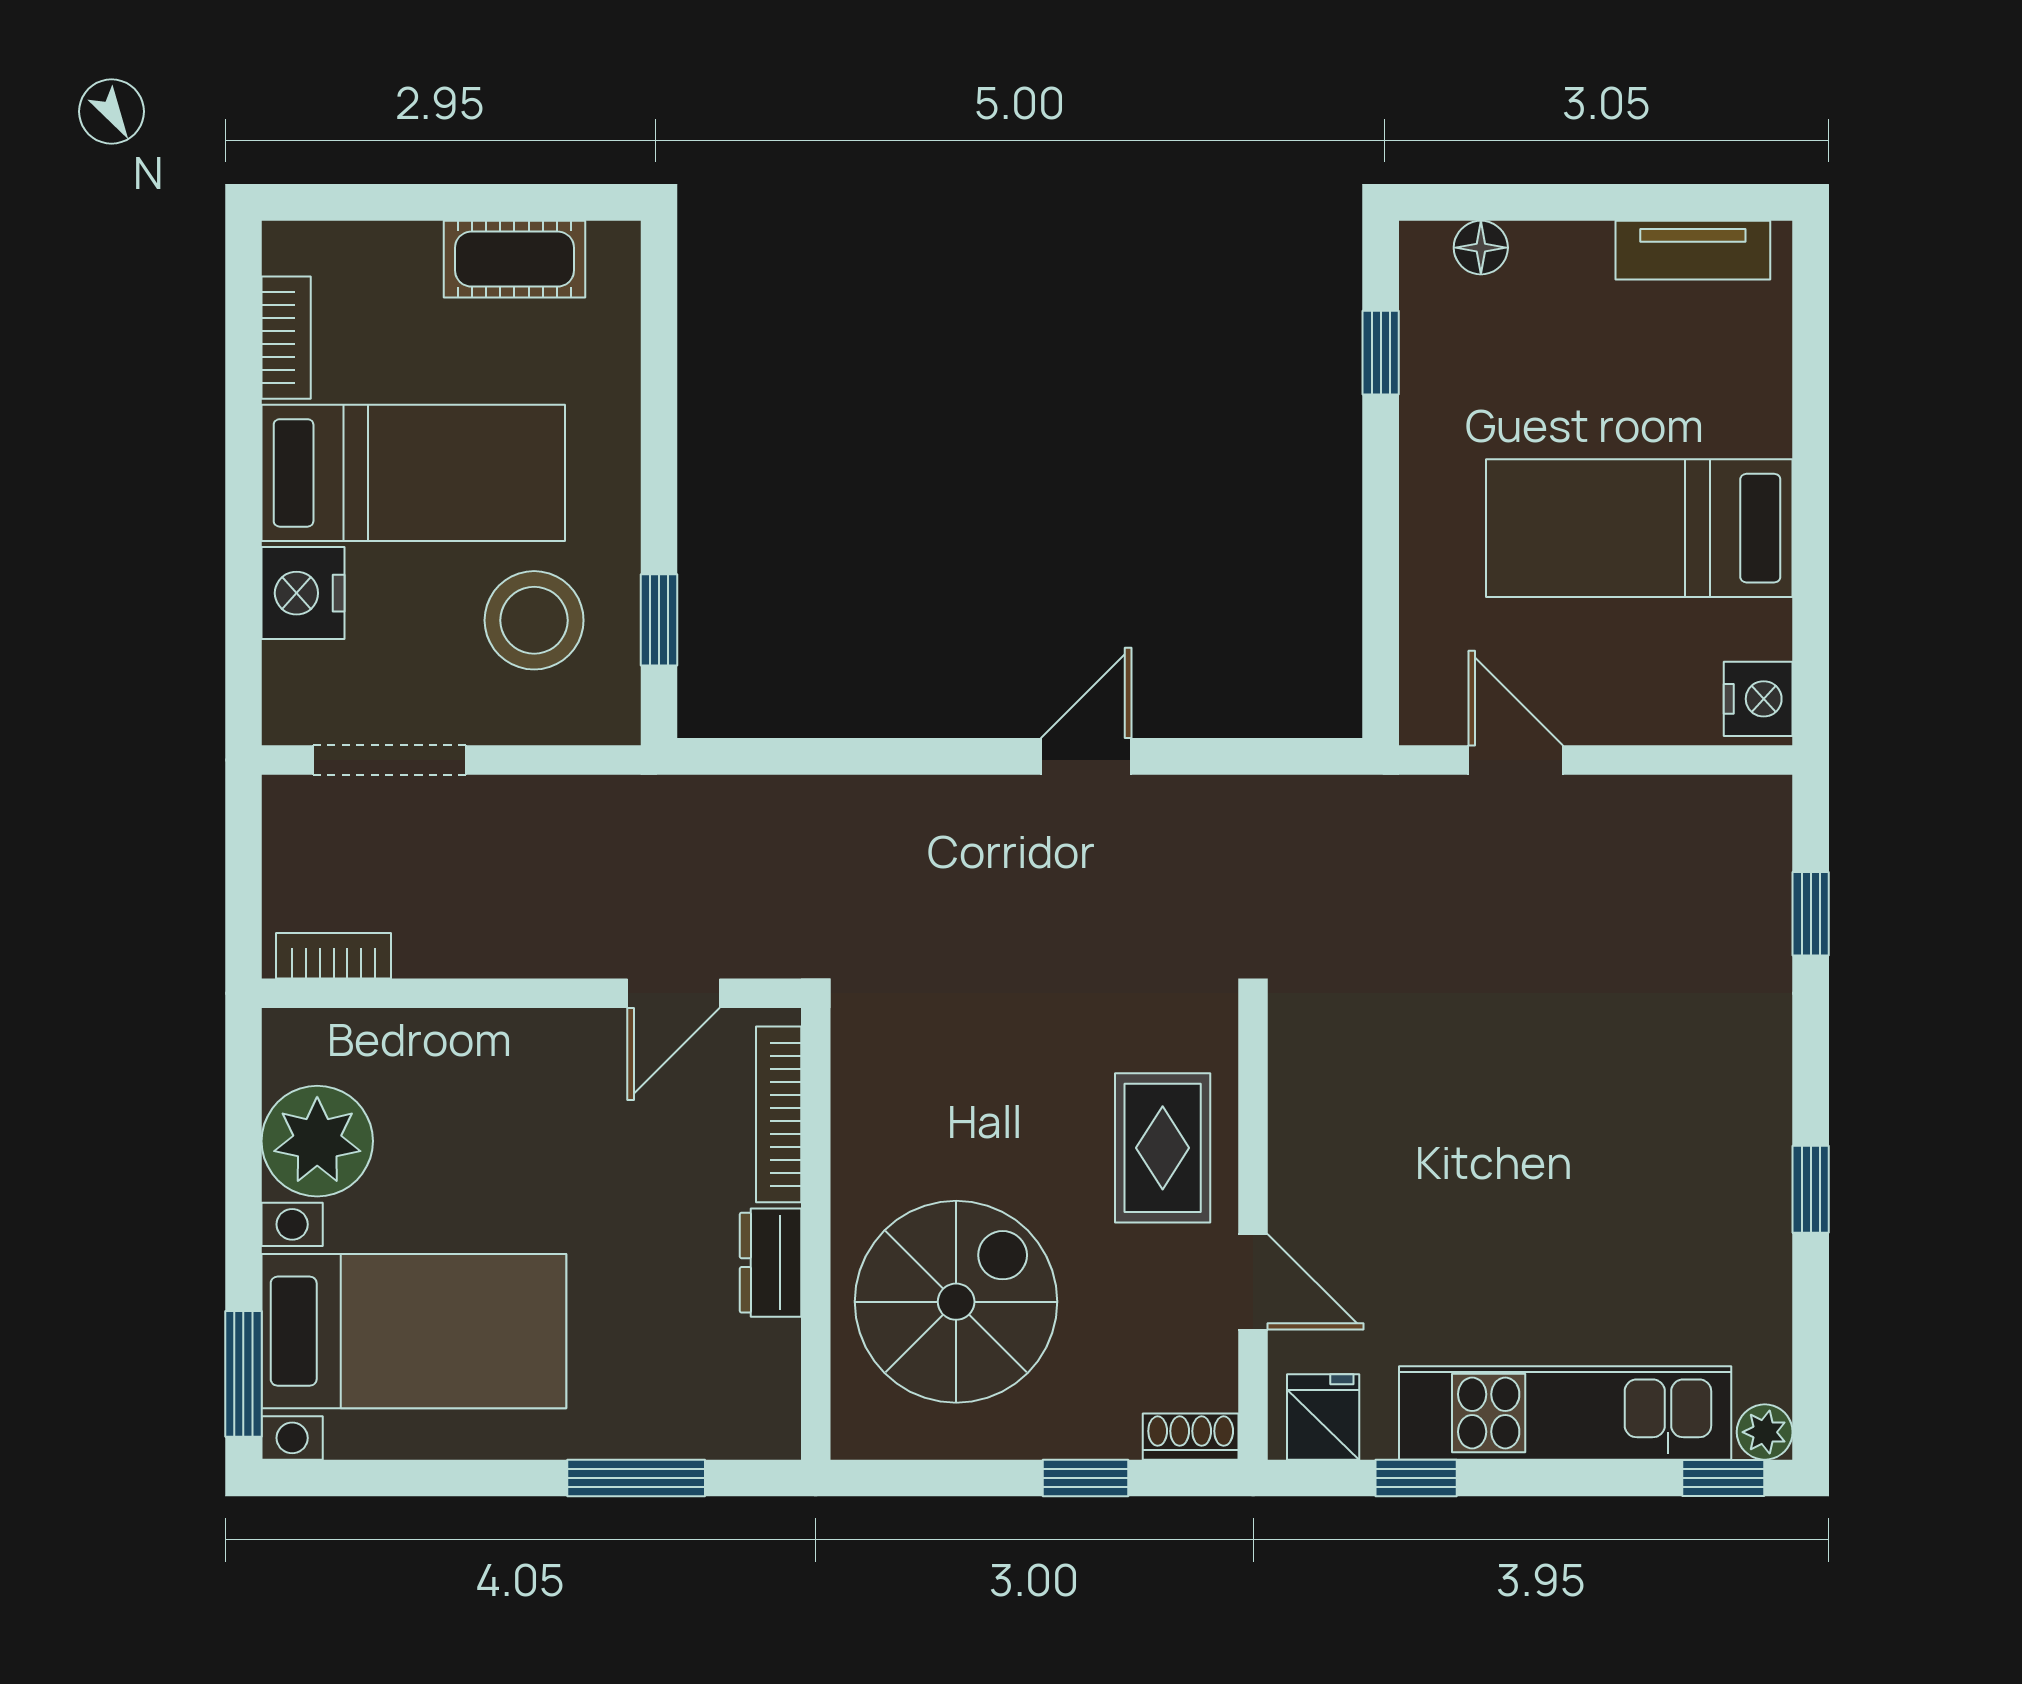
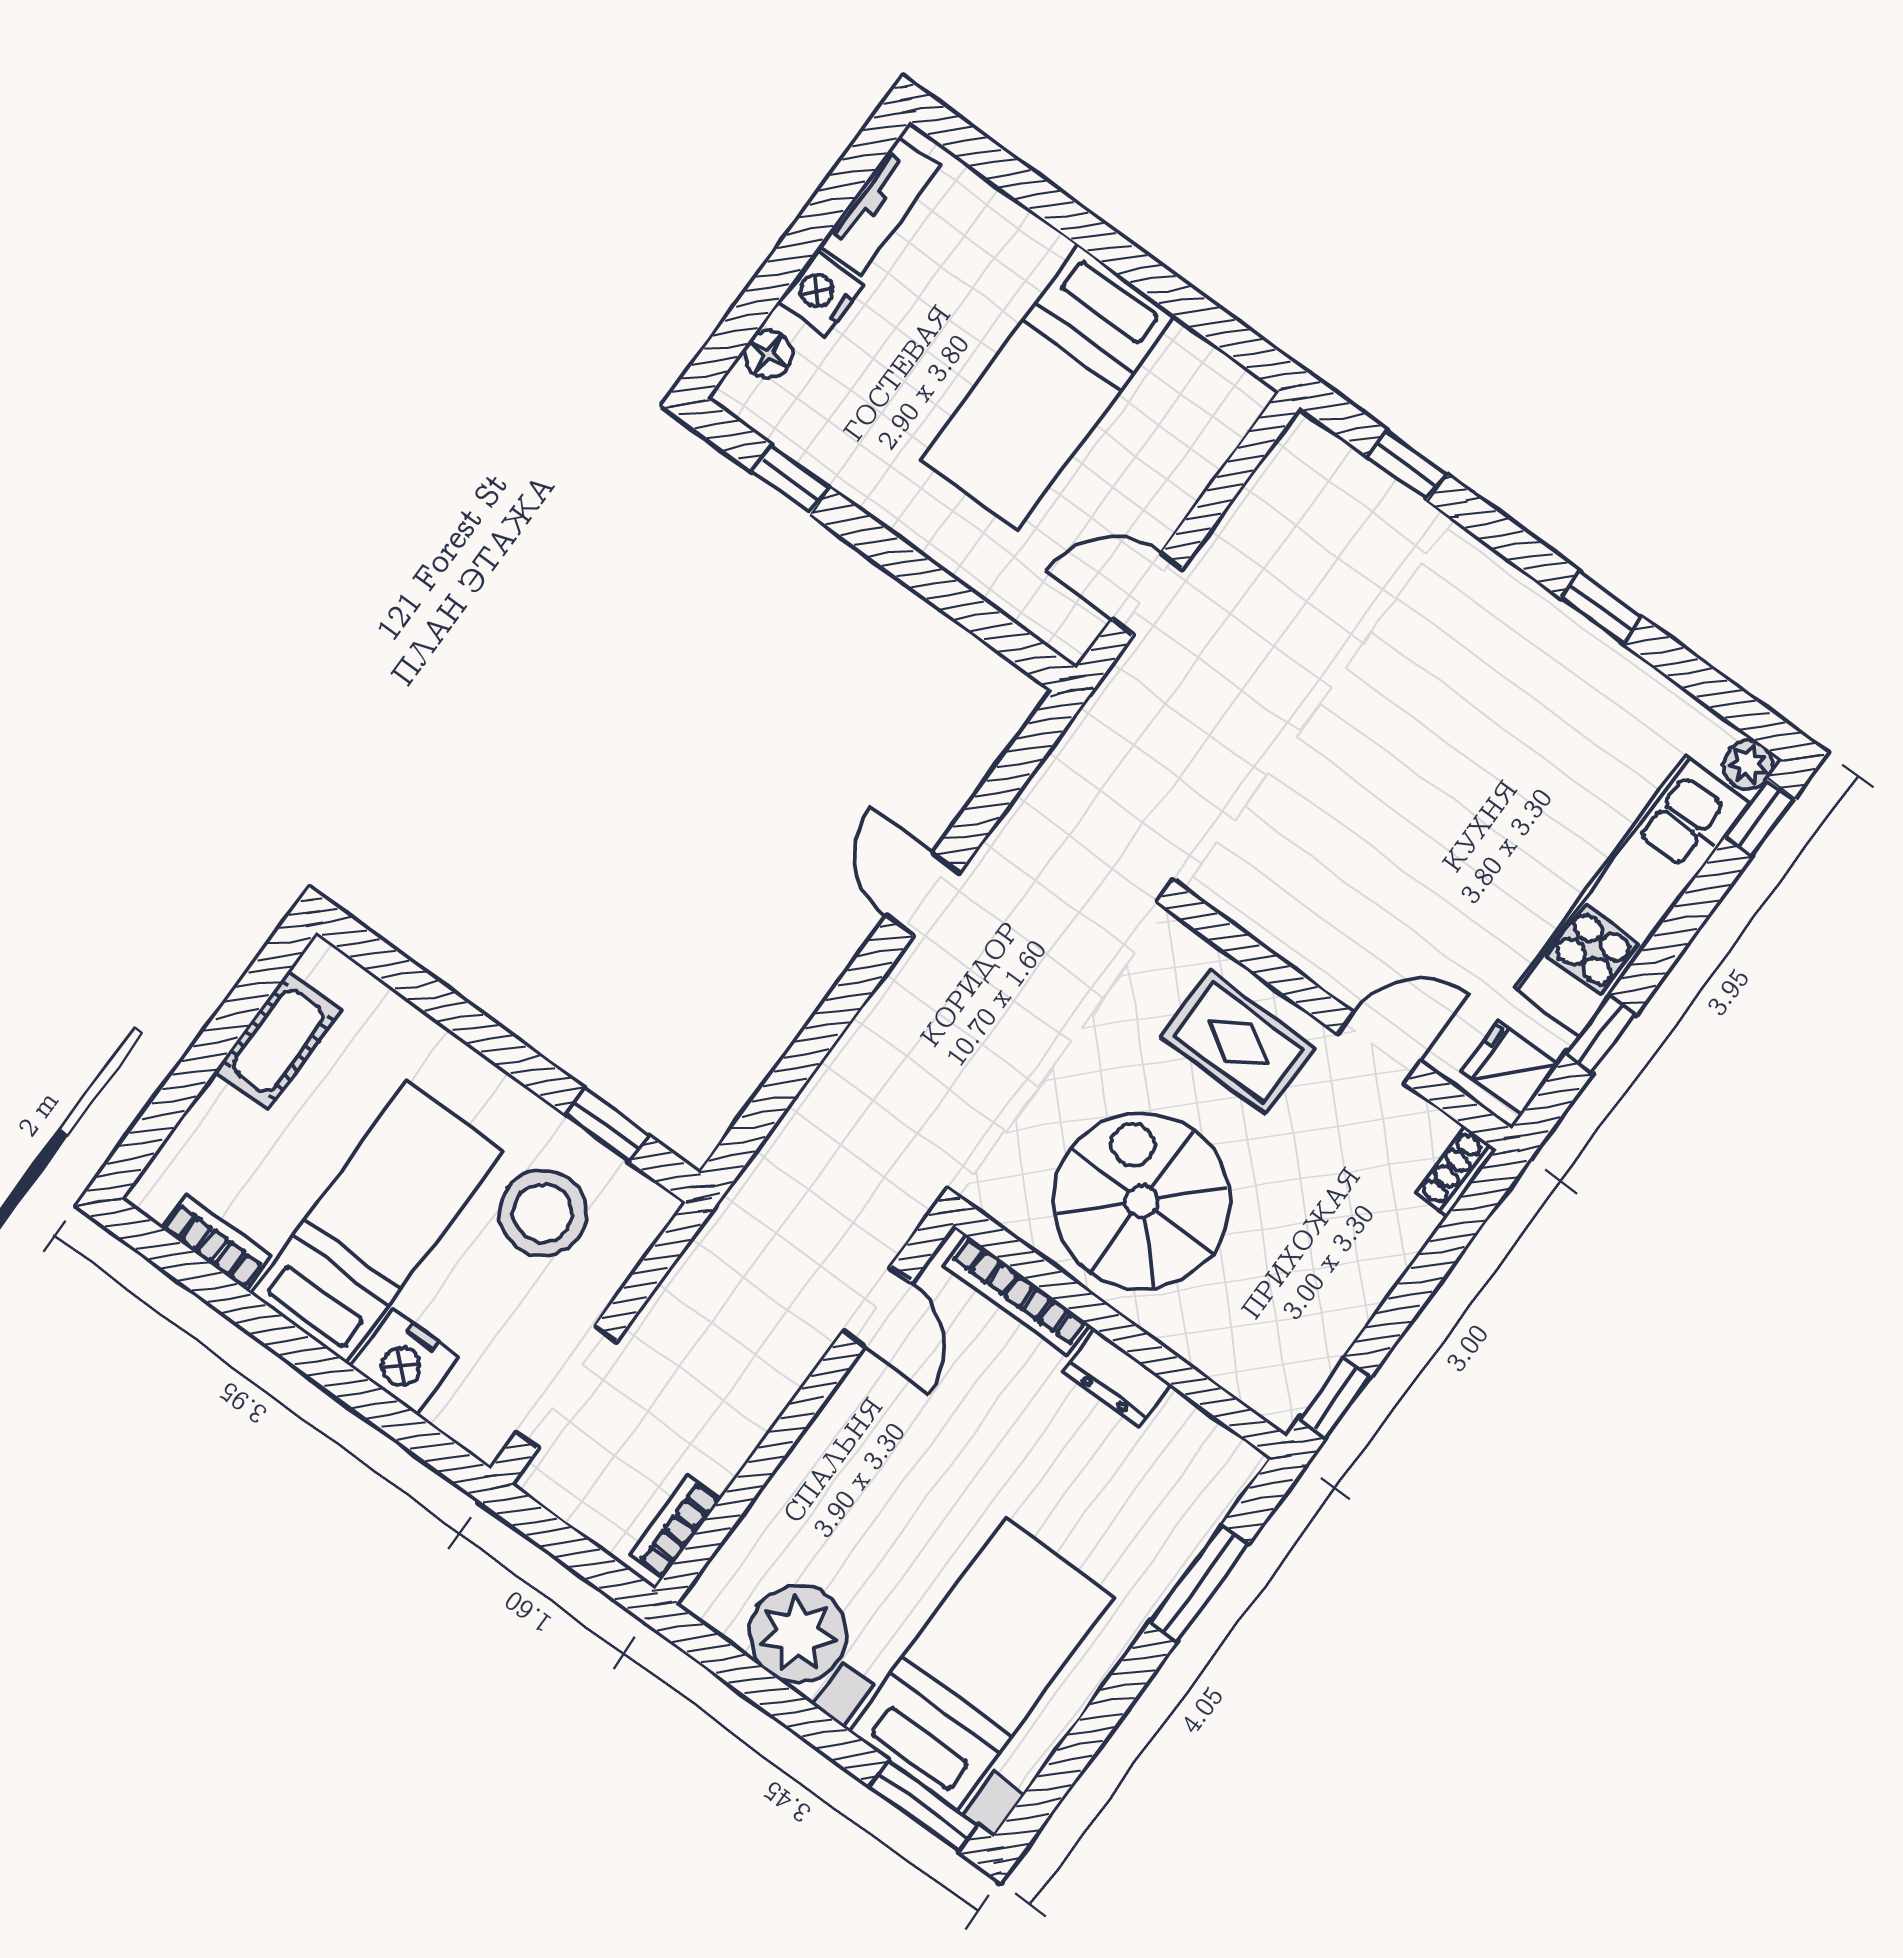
nightstand: (1758, 699) -> (821, 294), moved, turned -90
spiral stairs: (956, 1302) -> (1142, 1201), moved
window: (1085, 1478) -> (1335, 1398), moved

